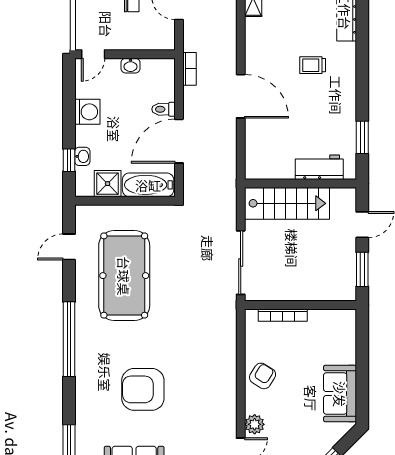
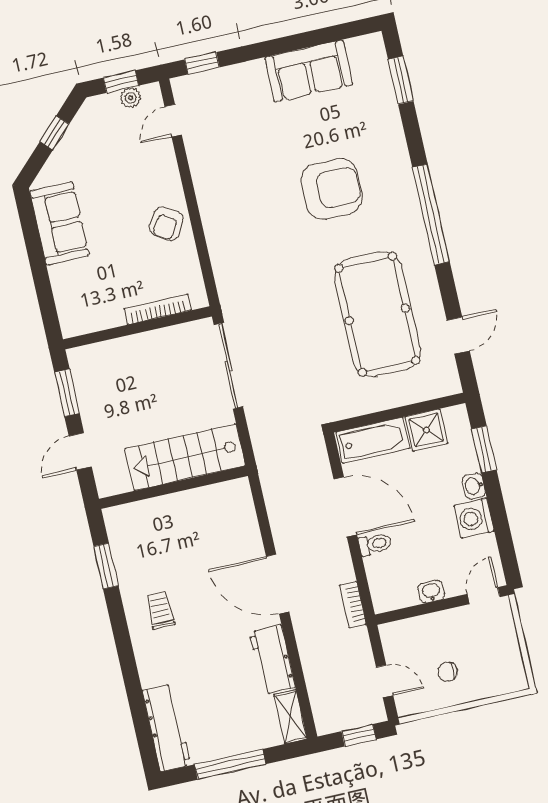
trolley: (313, 65) -> (160, 610), moved, turned -90
door: (179, 141) -> (345, 507), hinge flipped
washbasin: (82, 156) -> (474, 486), moved
window: (69, 160) -> (484, 449), width x1.50
workbench: (319, 167) -> (272, 660), moved, turned 90
armchair: (143, 389) -> (332, 189), moved
plant: (255, 424) -> (163, 158), removed

